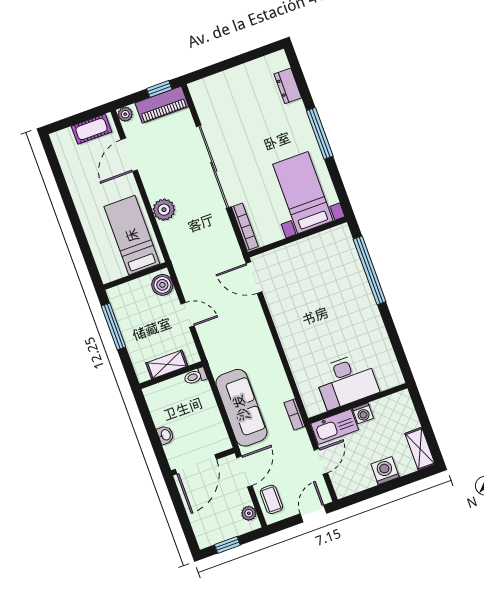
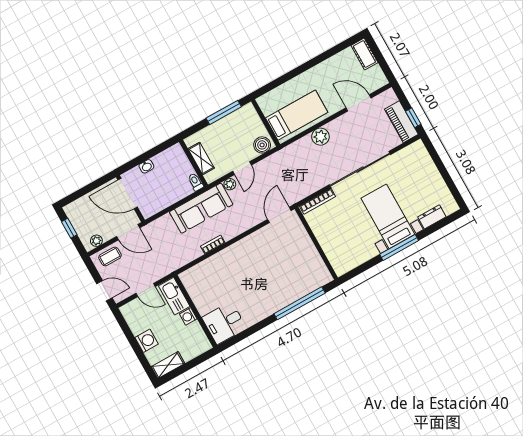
plant: (125, 114) -> (230, 184), moved
cot: (91, 129) -> (364, 54), moved
bed with nightstands: (303, 193) -> (388, 216), moved, turned -90
desk: (346, 381) -> (224, 323), moved, width x0.73
sofa: (241, 408) -> (201, 208), moved
bookcase: (295, 414) -> (213, 244), moved

